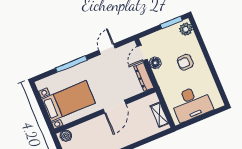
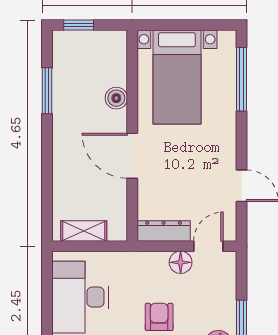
door: (142, 53) -> (208, 246), hinge flipped
window: (71, 64) -> (242, 79), moved
boiler: (66, 136) -> (116, 98), moved

